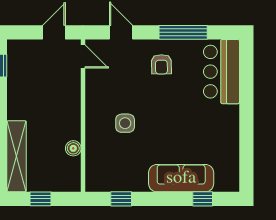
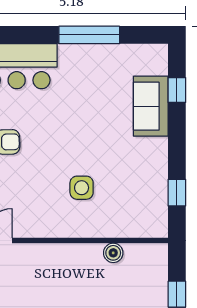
window: (246, 129) -> (89, 35), added
sofa: (181, 178) -> (151, 106), width x0.73

